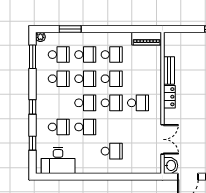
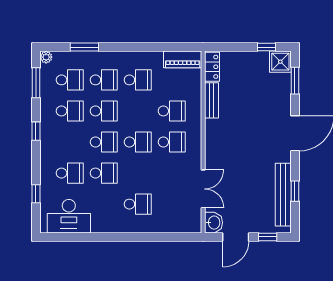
school desk: (112, 79) -> (172, 111), moved
locker: (169, 97) -> (212, 67), moved
window: (33, 107) -> (36, 131), moved

